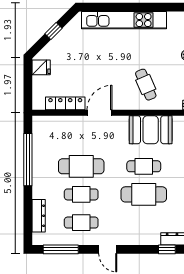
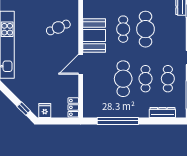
window: (53, 31) -> (24, 109), moved
locker: (65, 103) -> (73, 107), moved, width x0.66
door: (100, 113) -> (81, 64), hinge flipped
booth: (151, 130) -> (94, 35), moved

